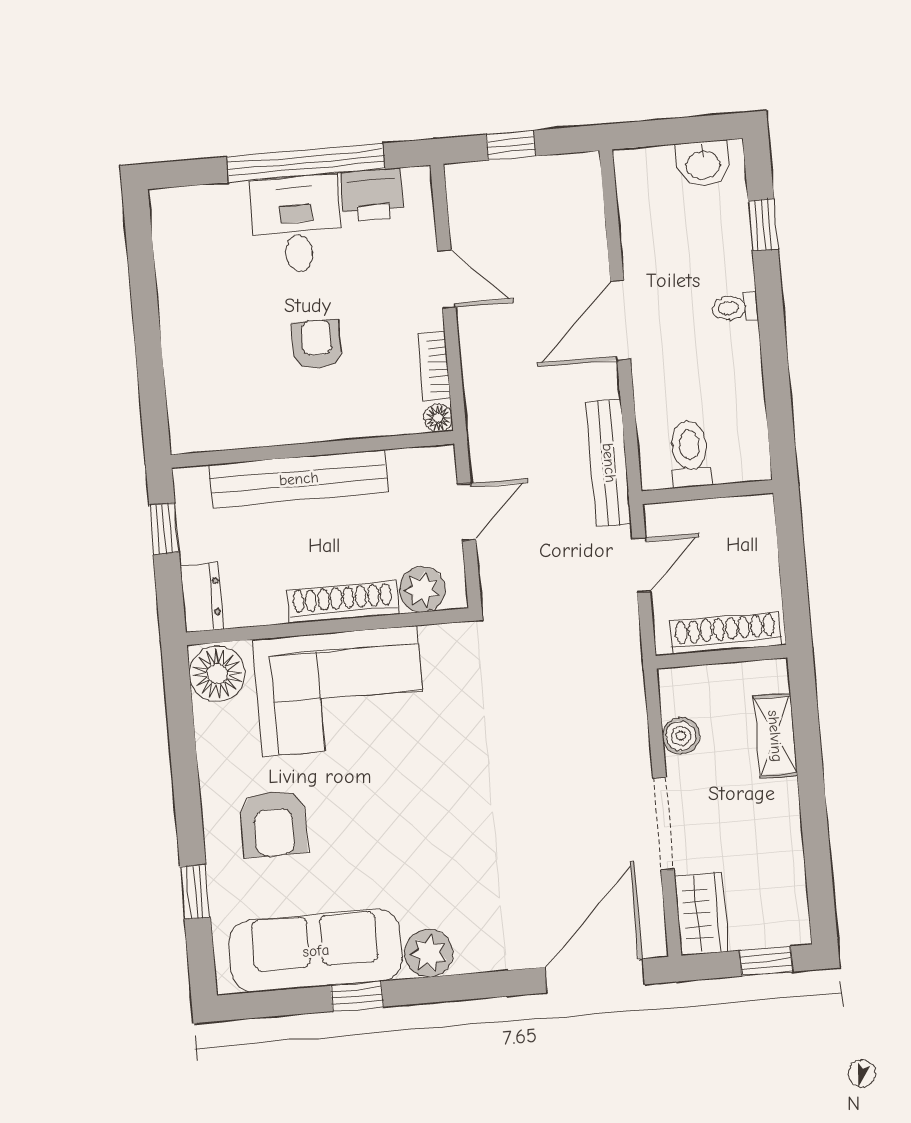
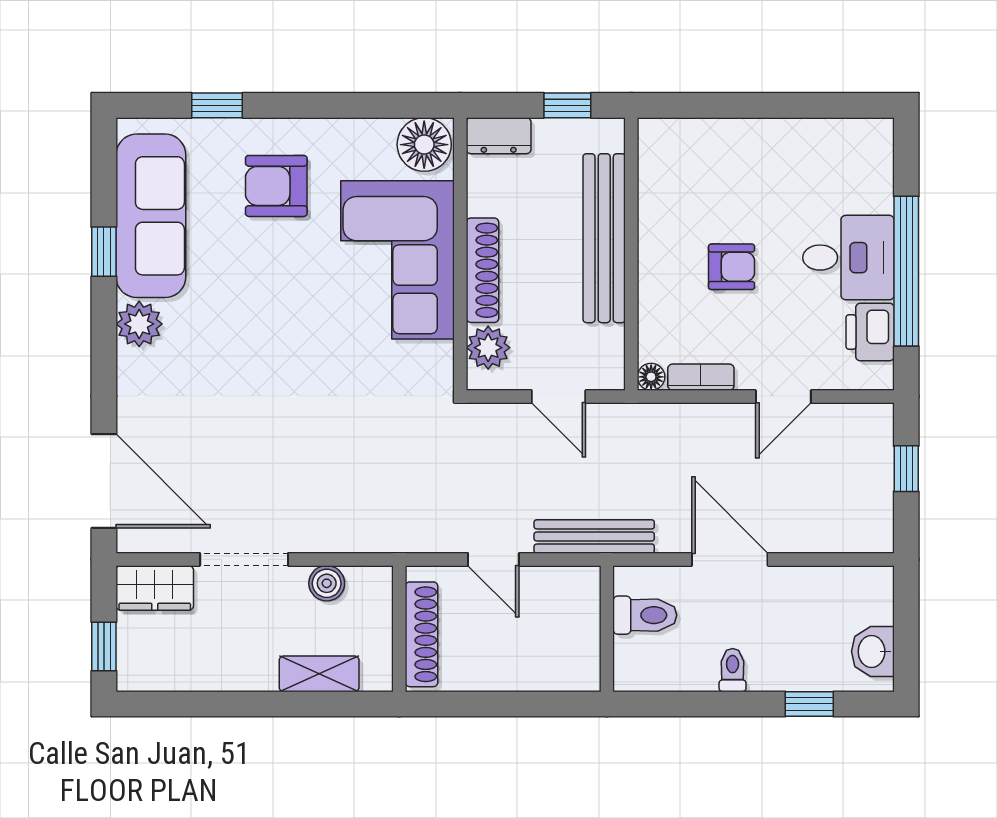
toilet: (690, 454) -> (645, 615), moved
wall: (707, 492) -> (607, 629), moved

